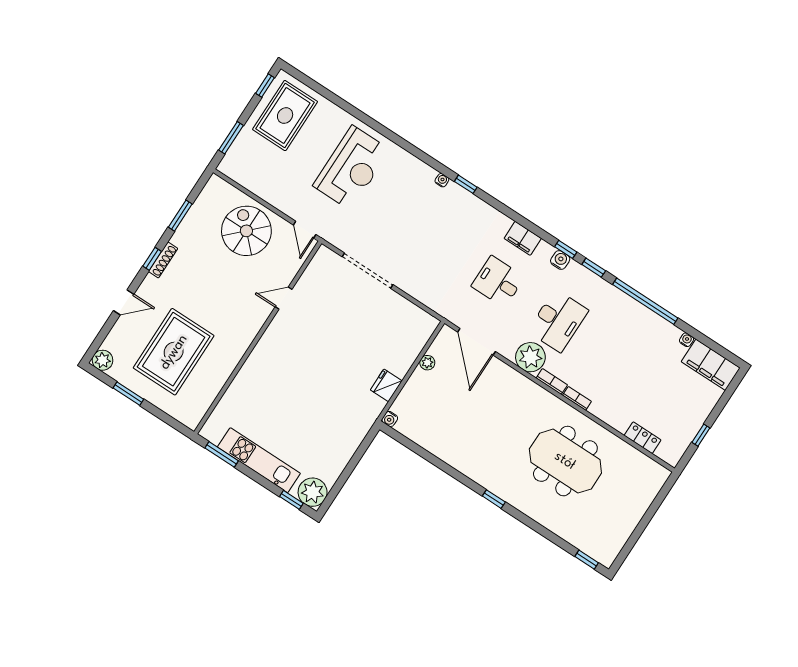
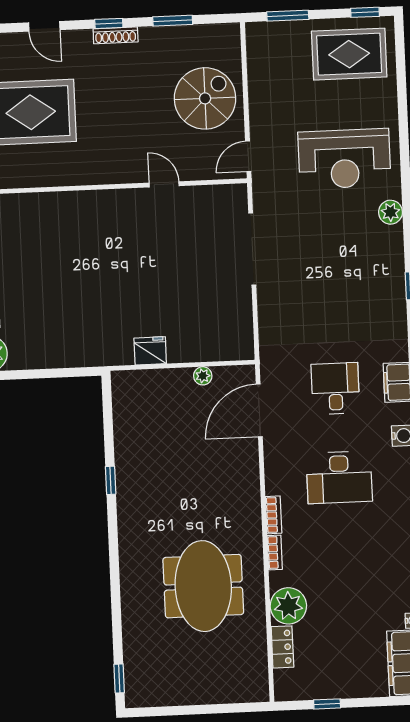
plant: (408, 163) -> (391, 212), added
water cooler: (442, 180) -> (397, 259), removed
plant: (530, 357) -> (288, 606), moved
water cooler: (390, 419) -> (119, 379), removed
window: (494, 499) -> (111, 480), moved

